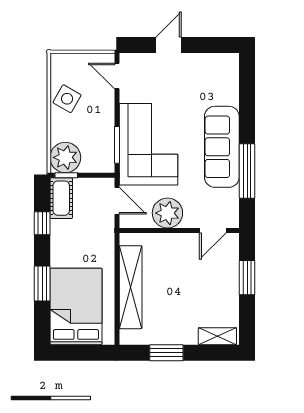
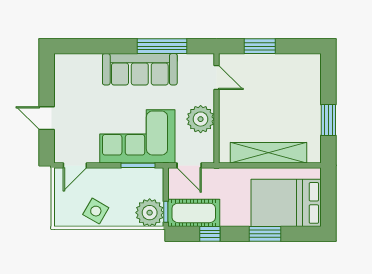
cot: (61, 198) -> (194, 213), width x1.37, depth x1.34
door: (117, 201) -> (189, 165), swing flipped
shelving: (217, 336) -> (313, 73), removed

